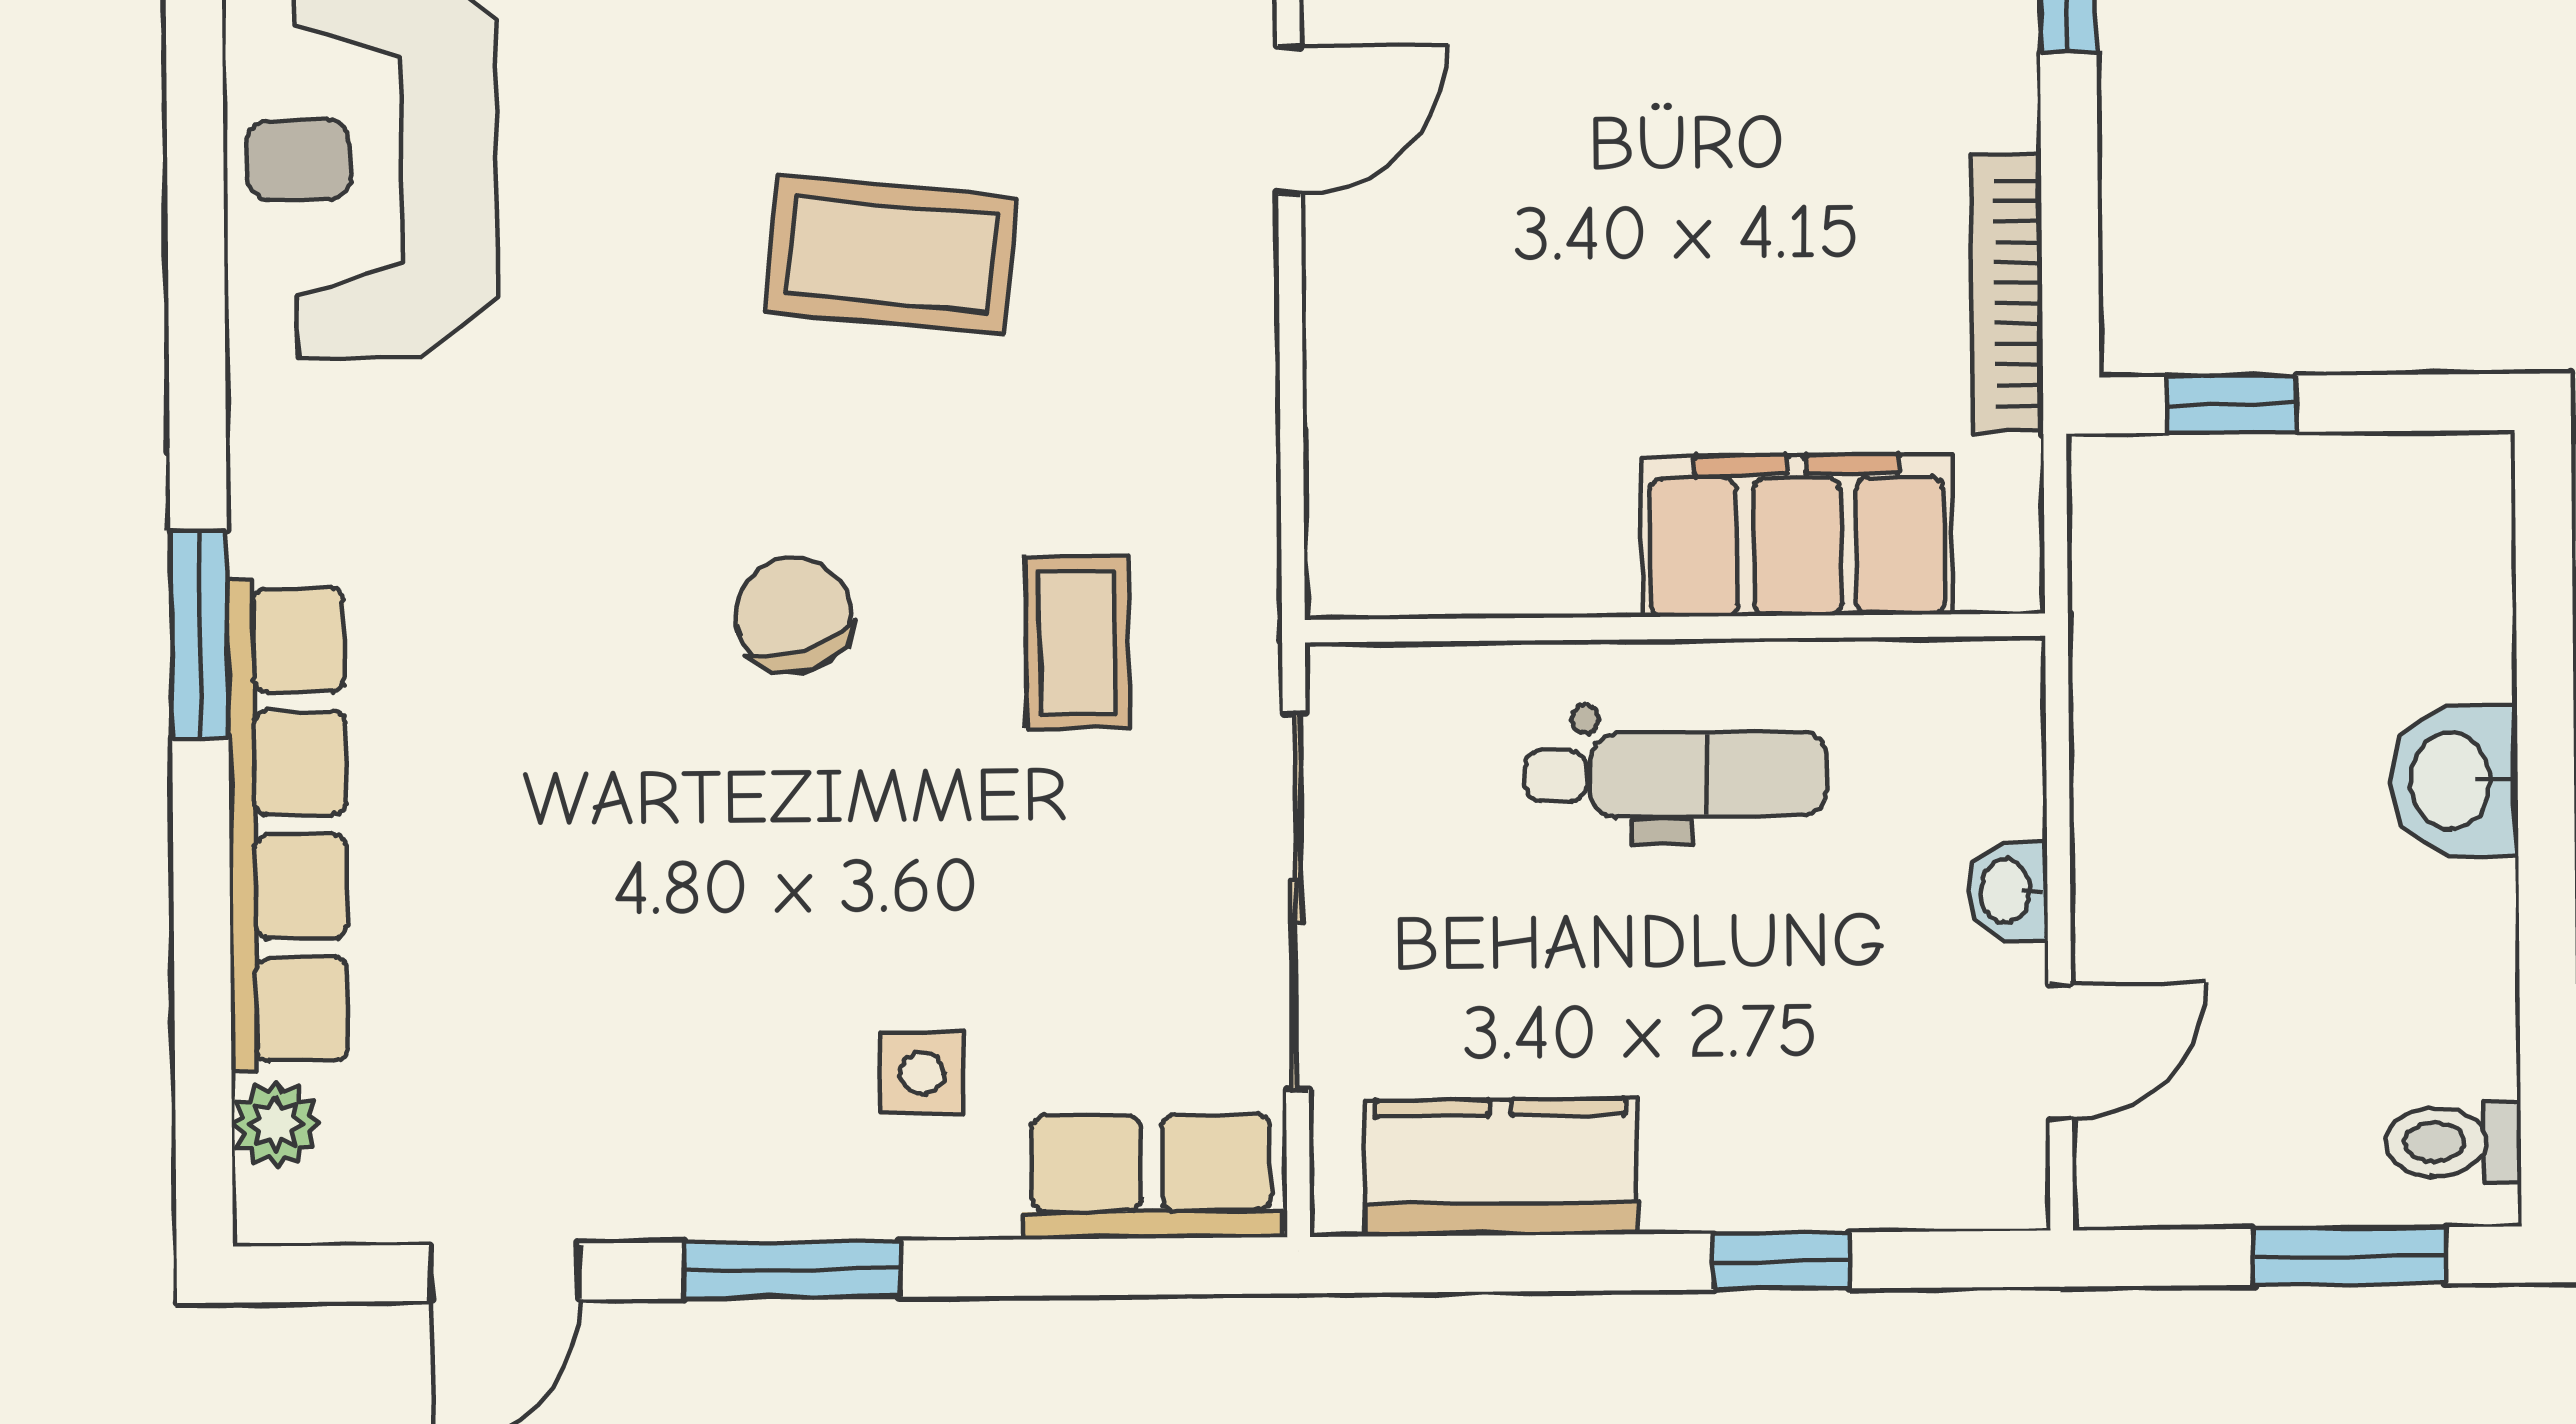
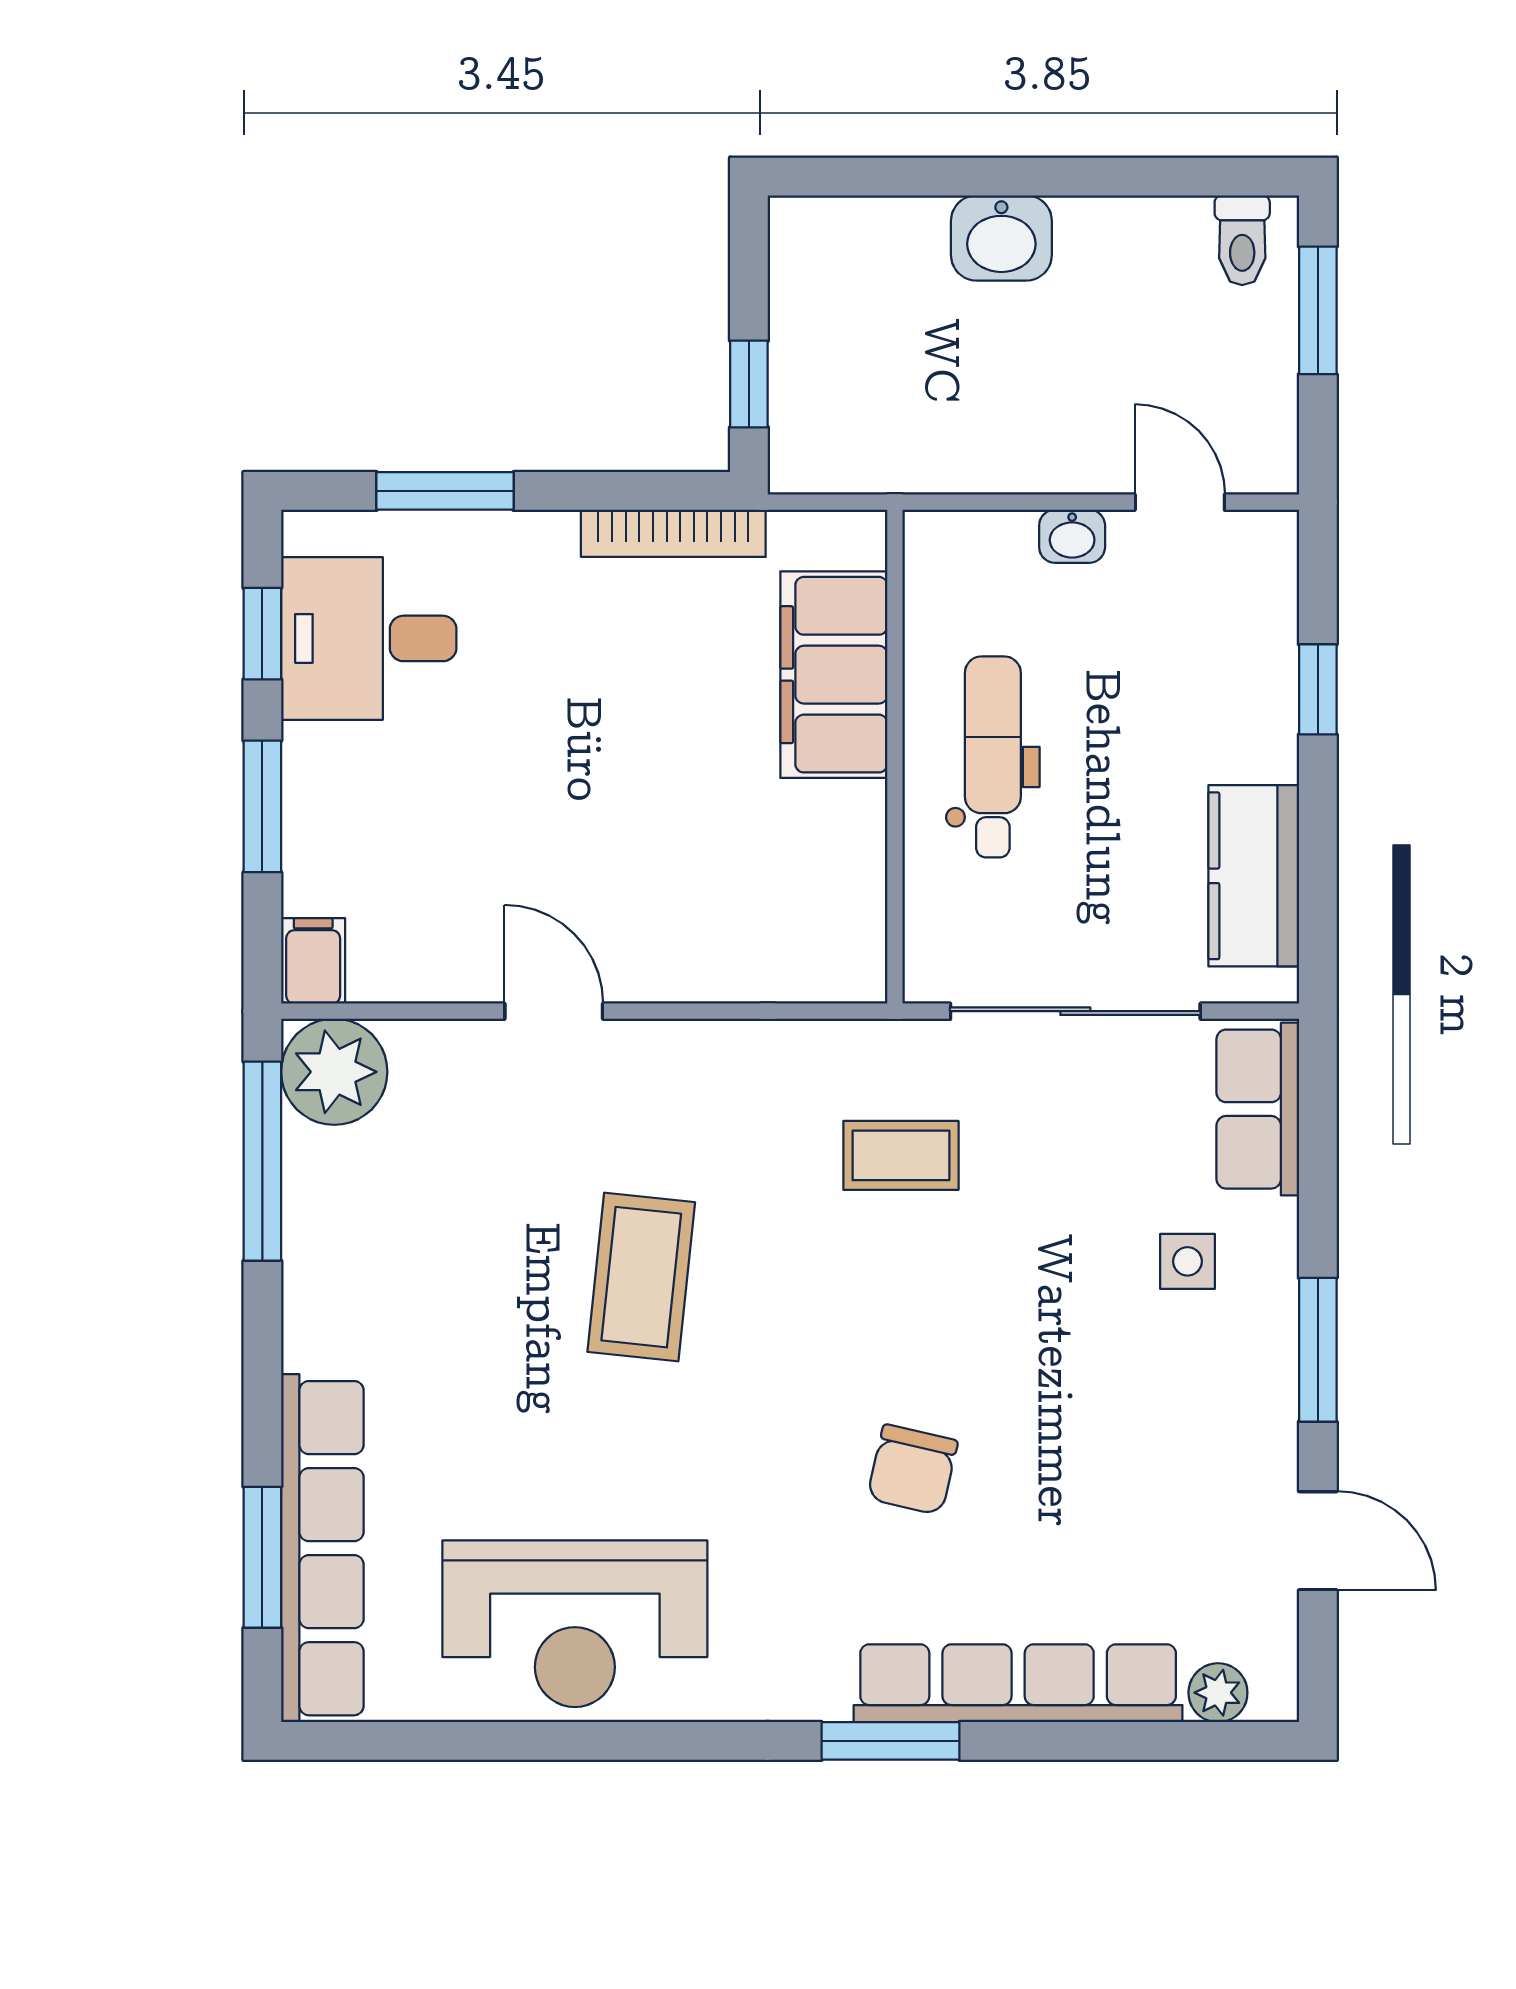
chair: (794, 615) -> (912, 1470), moved, turned -59

